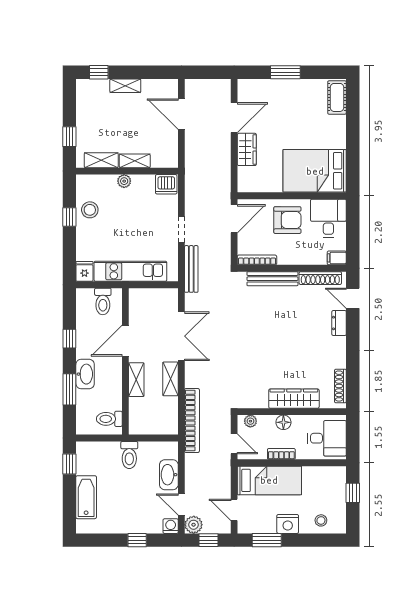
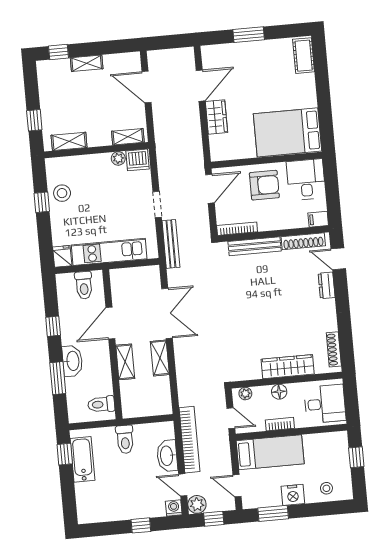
shelving: (135, 161) -> (128, 137), moved
plant: (124, 181) -> (118, 158), moved
bookcase: (192, 420) -> (189, 440), moved
bathtub: (86, 497) -> (82, 459), moved

